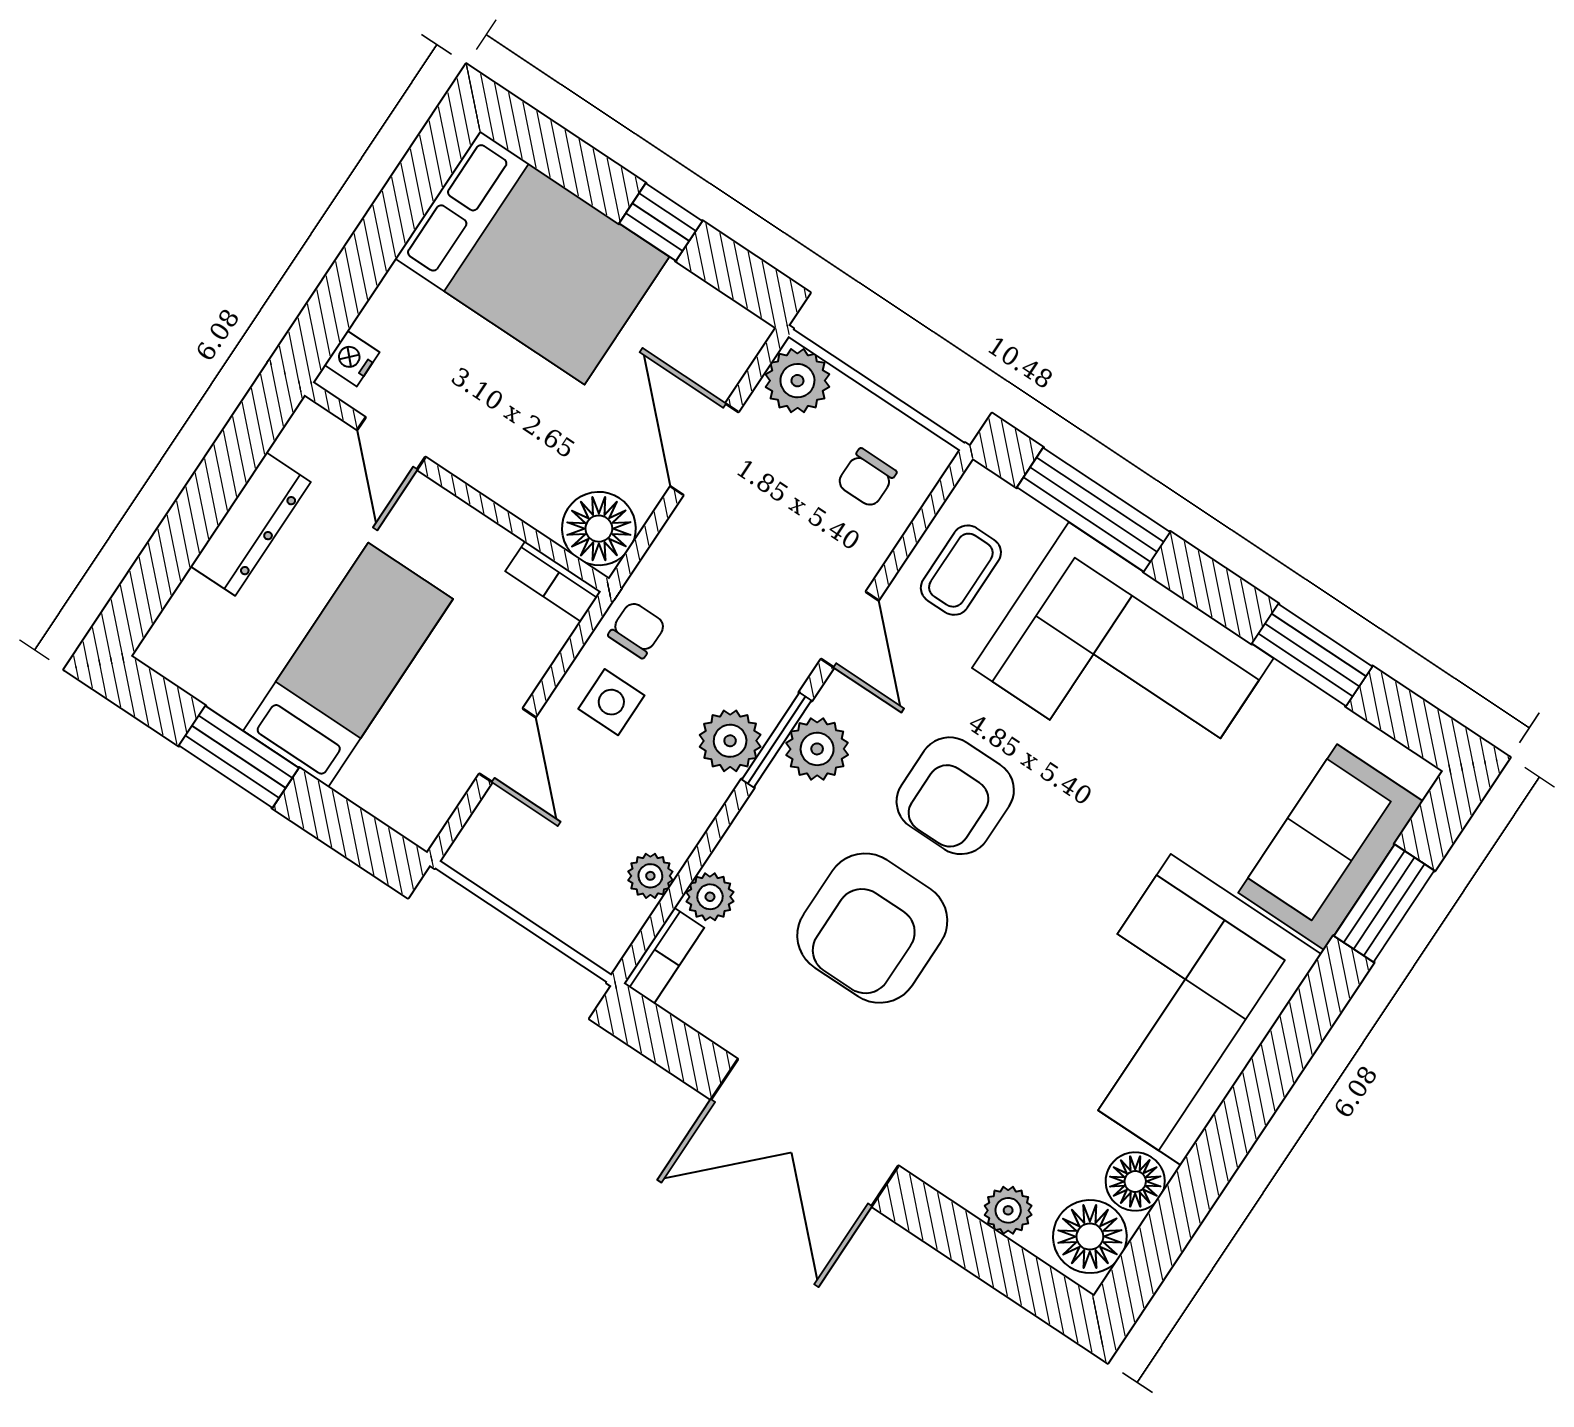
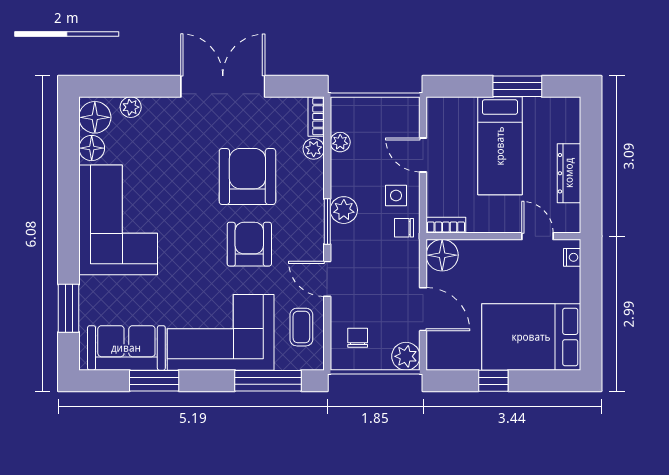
chair: (637, 630) -> (404, 228), turned 90
plant: (817, 749) -> (310, 228), removed
sofa: (1331, 847) -> (126, 348), moved, turned -90

